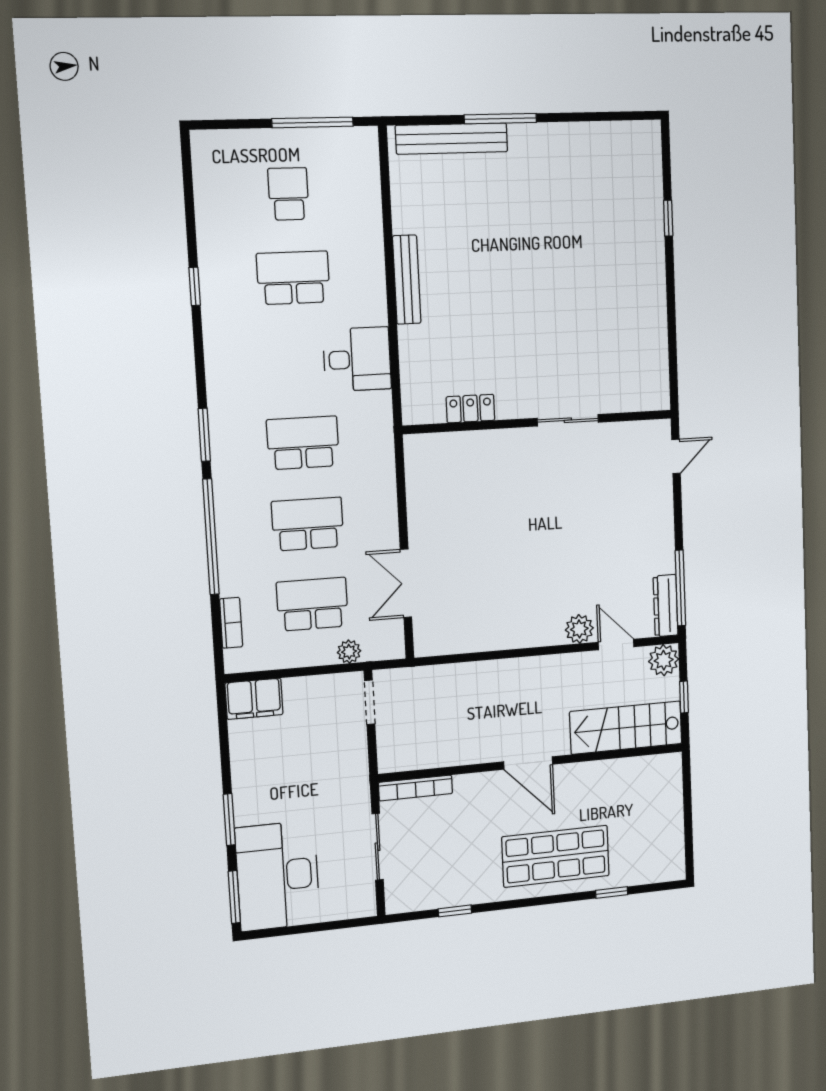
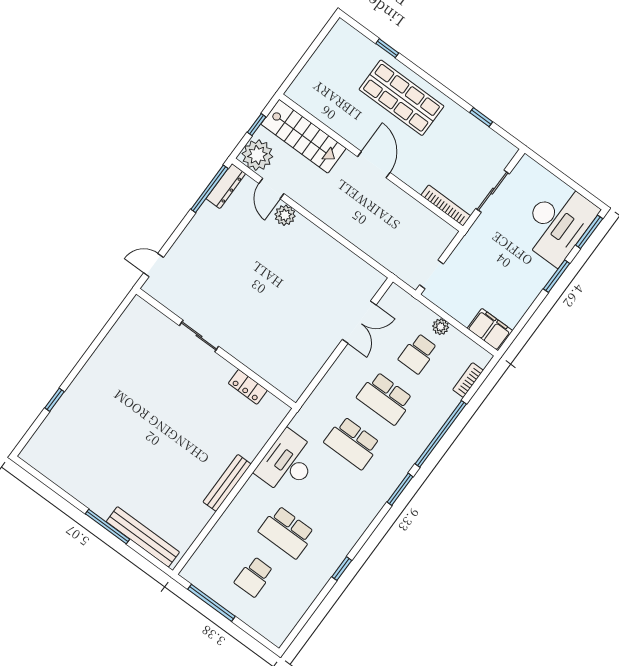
desk: (357, 359) -> (288, 463), width x1.37
school desk: (312, 604) -> (418, 354), width x0.54
plant: (349, 652) -> (441, 327), moved
plant: (664, 660) -> (257, 155), width x1.36, depth x1.36

